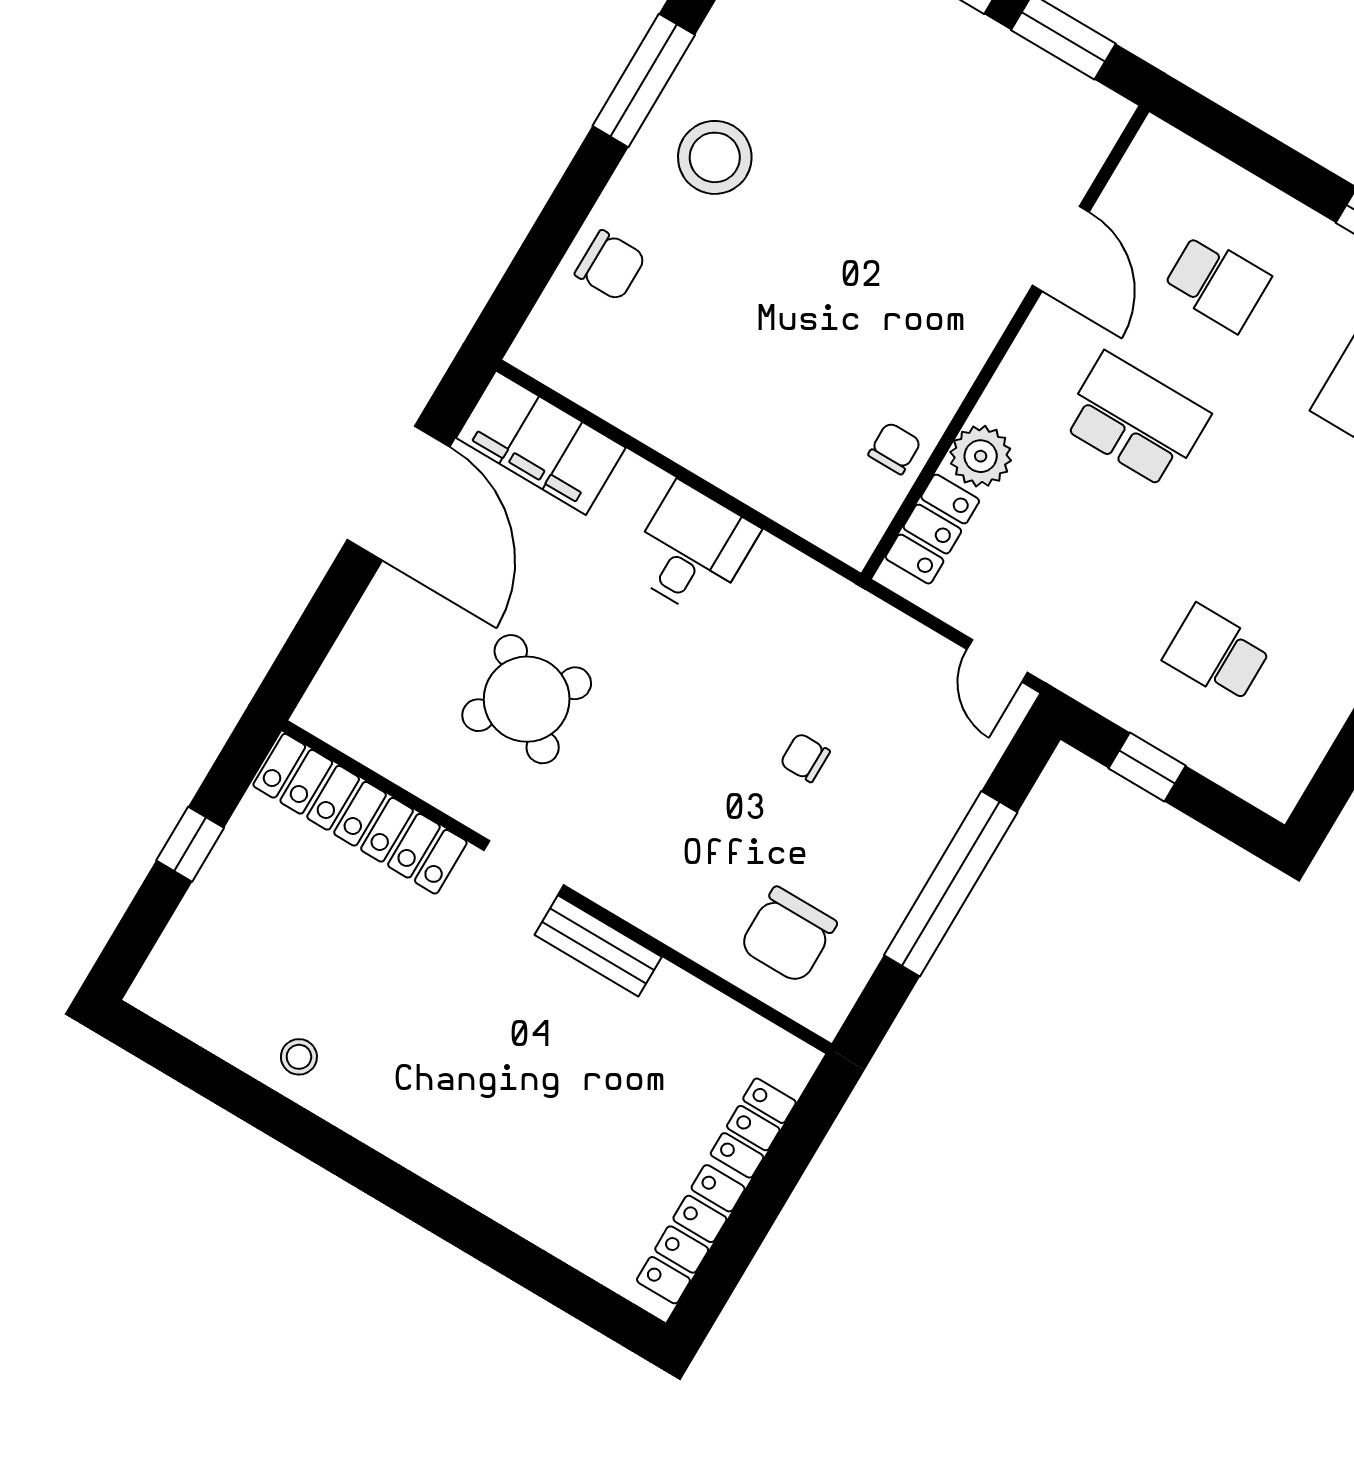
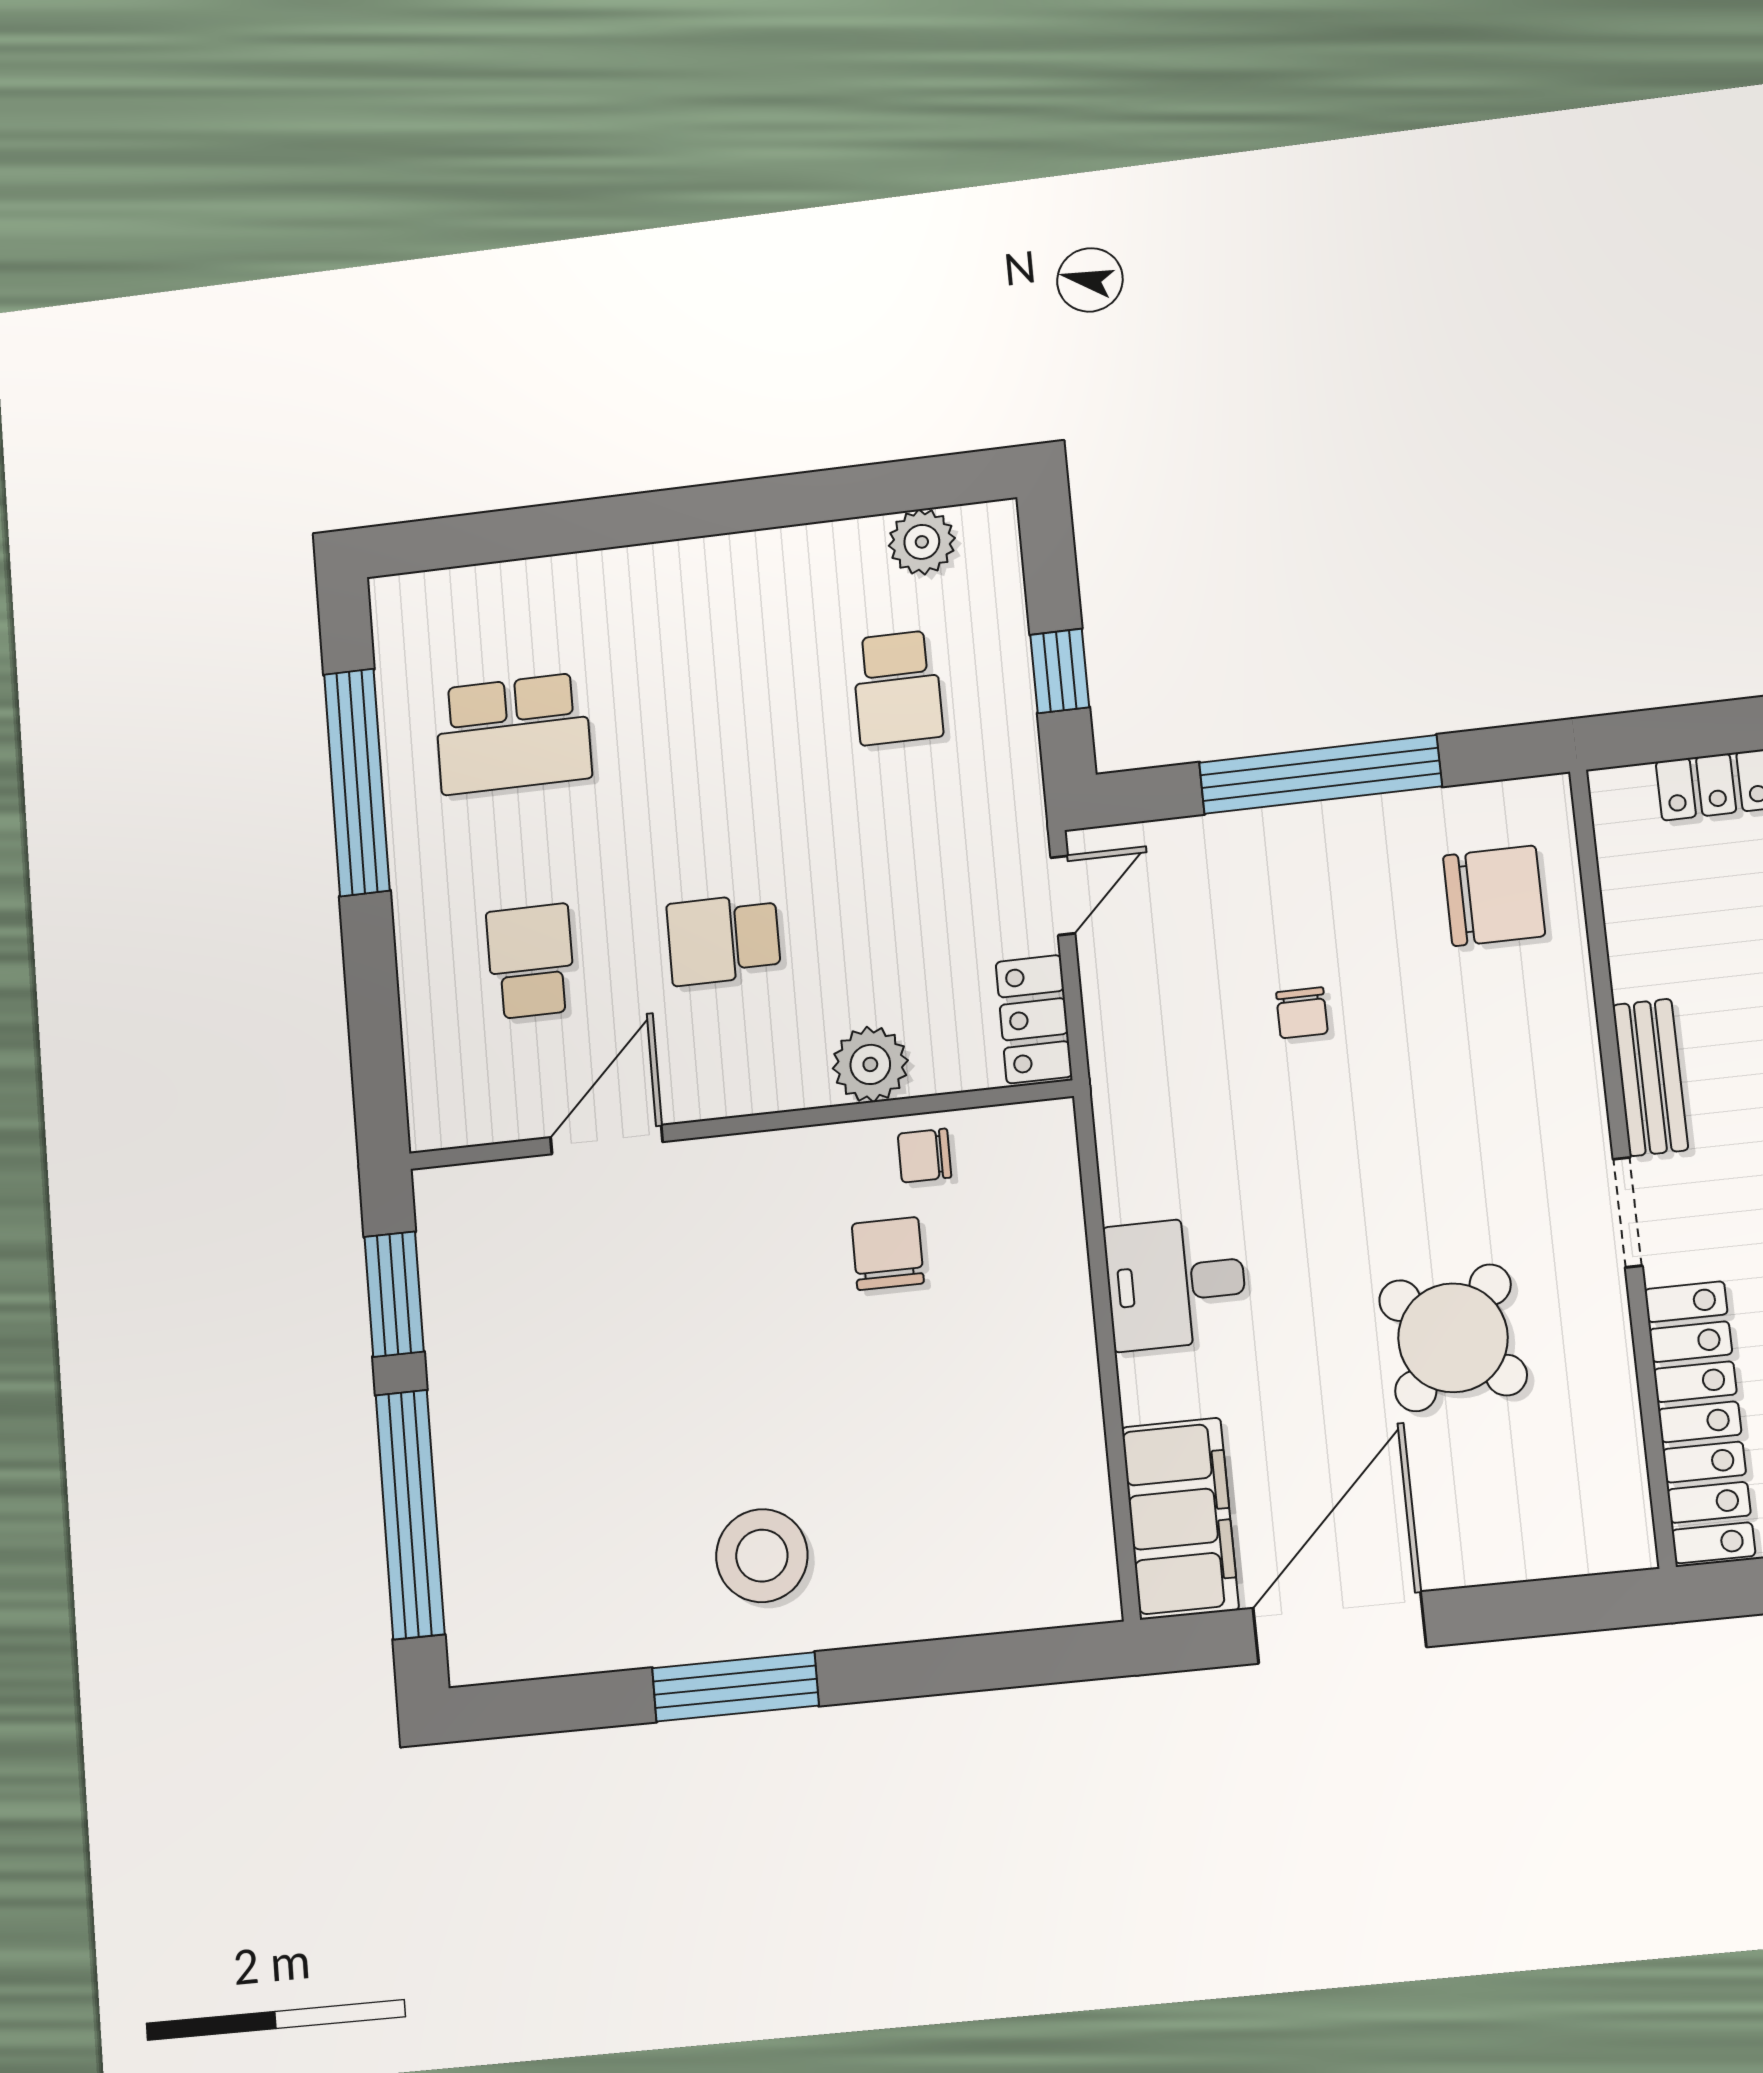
chair: (610, 265) -> (888, 1253), moved
school desk: (1136, 420) -> (724, 939), width x0.54
locker: (932, 529) -> (1034, 1019), moved, turned -90
plant: (1303, 740) -> (922, 542), added

